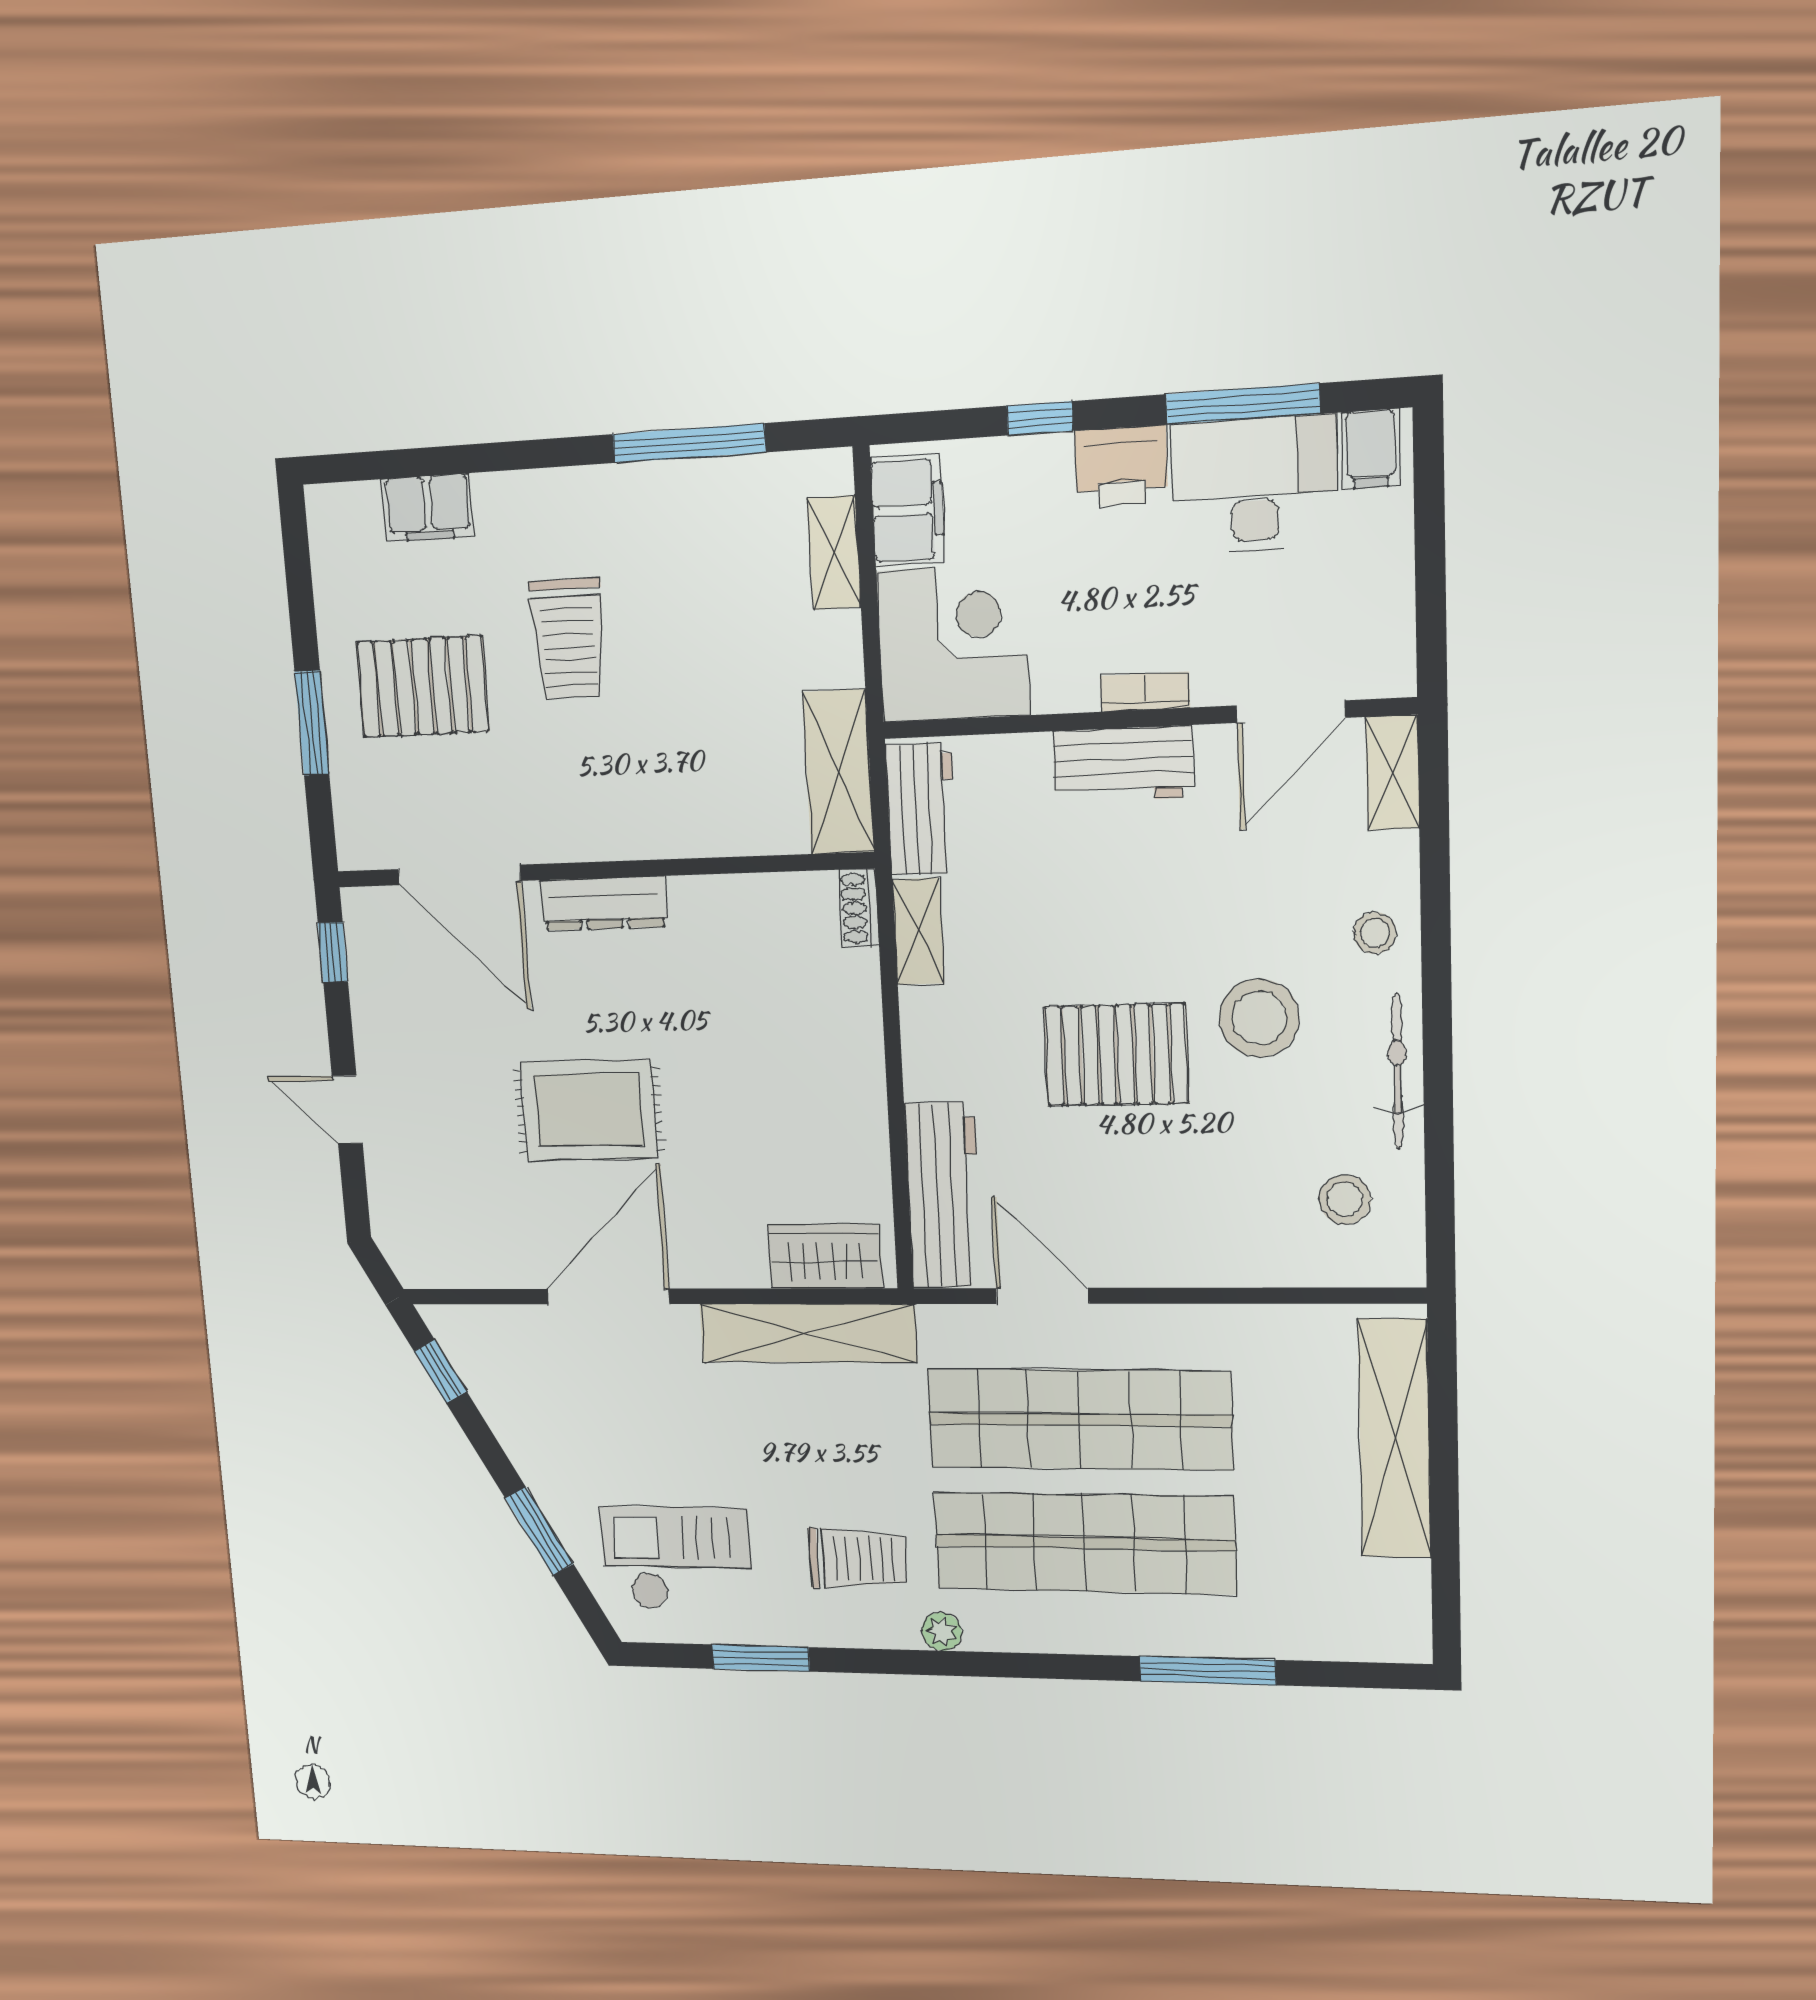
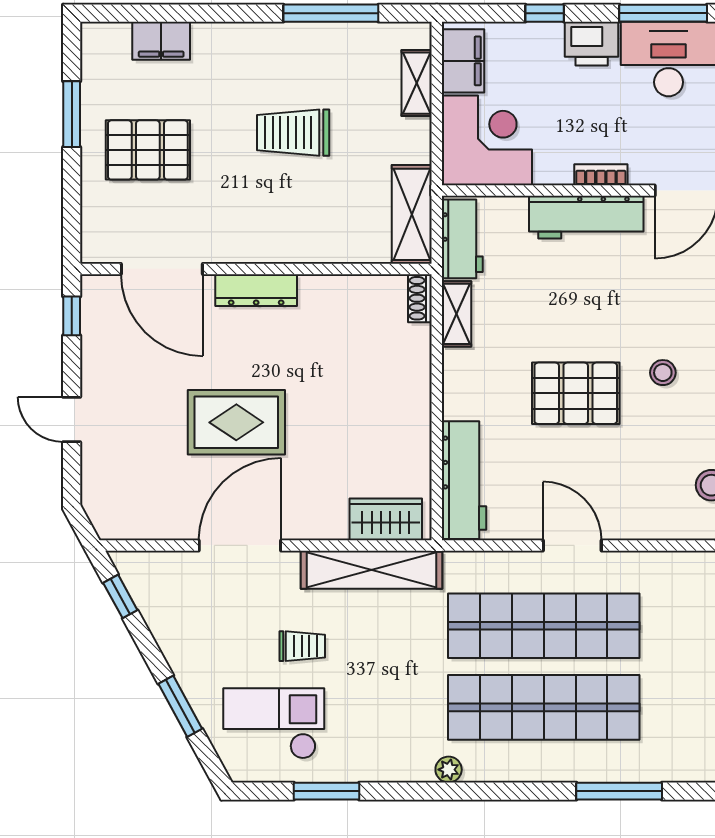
trolley: (568, 639) -> (293, 133), moved, turned 90
window: (312, 723) -> (72, 114), moved
workbench: (1123, 764) -> (586, 217), width x1.38
stool: (1259, 1018) -> (663, 373), width x0.53, depth x0.53
door: (1042, 1296) -> (572, 545), moved
trolley: (857, 1559) -> (302, 646), moved, width x0.73, depth x0.72

